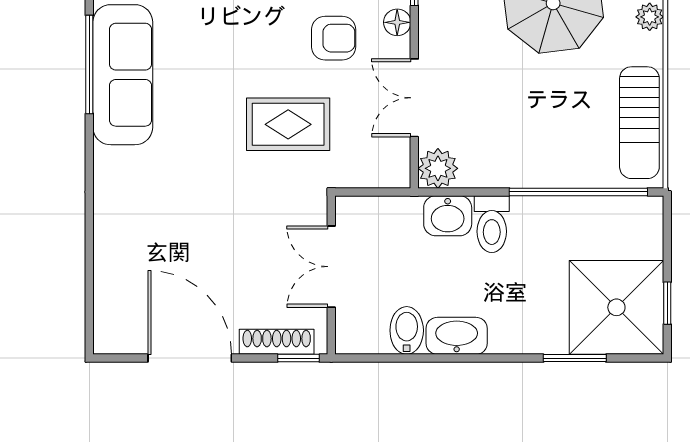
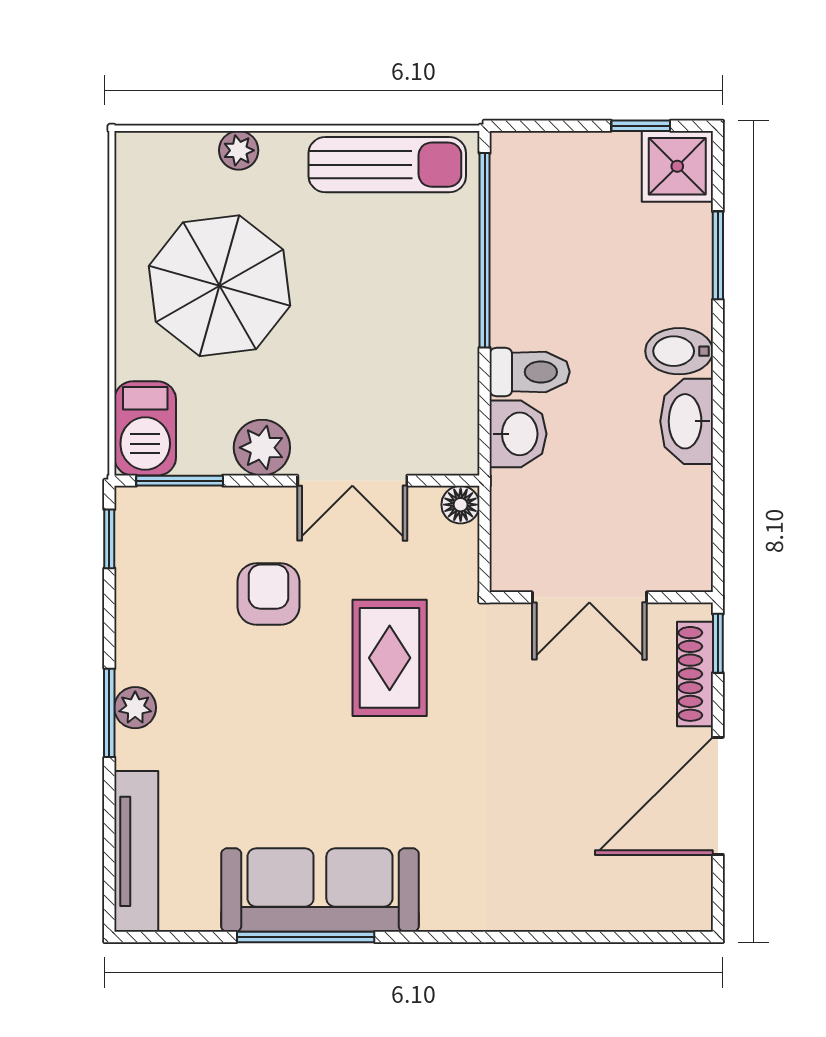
floor lamp: (397, 22) -> (461, 505), moved
plant: (438, 168) -> (262, 448), moved
shower: (616, 307) -> (677, 166), width x0.54, depth x0.54
bidet: (407, 330) -> (679, 351), moved

